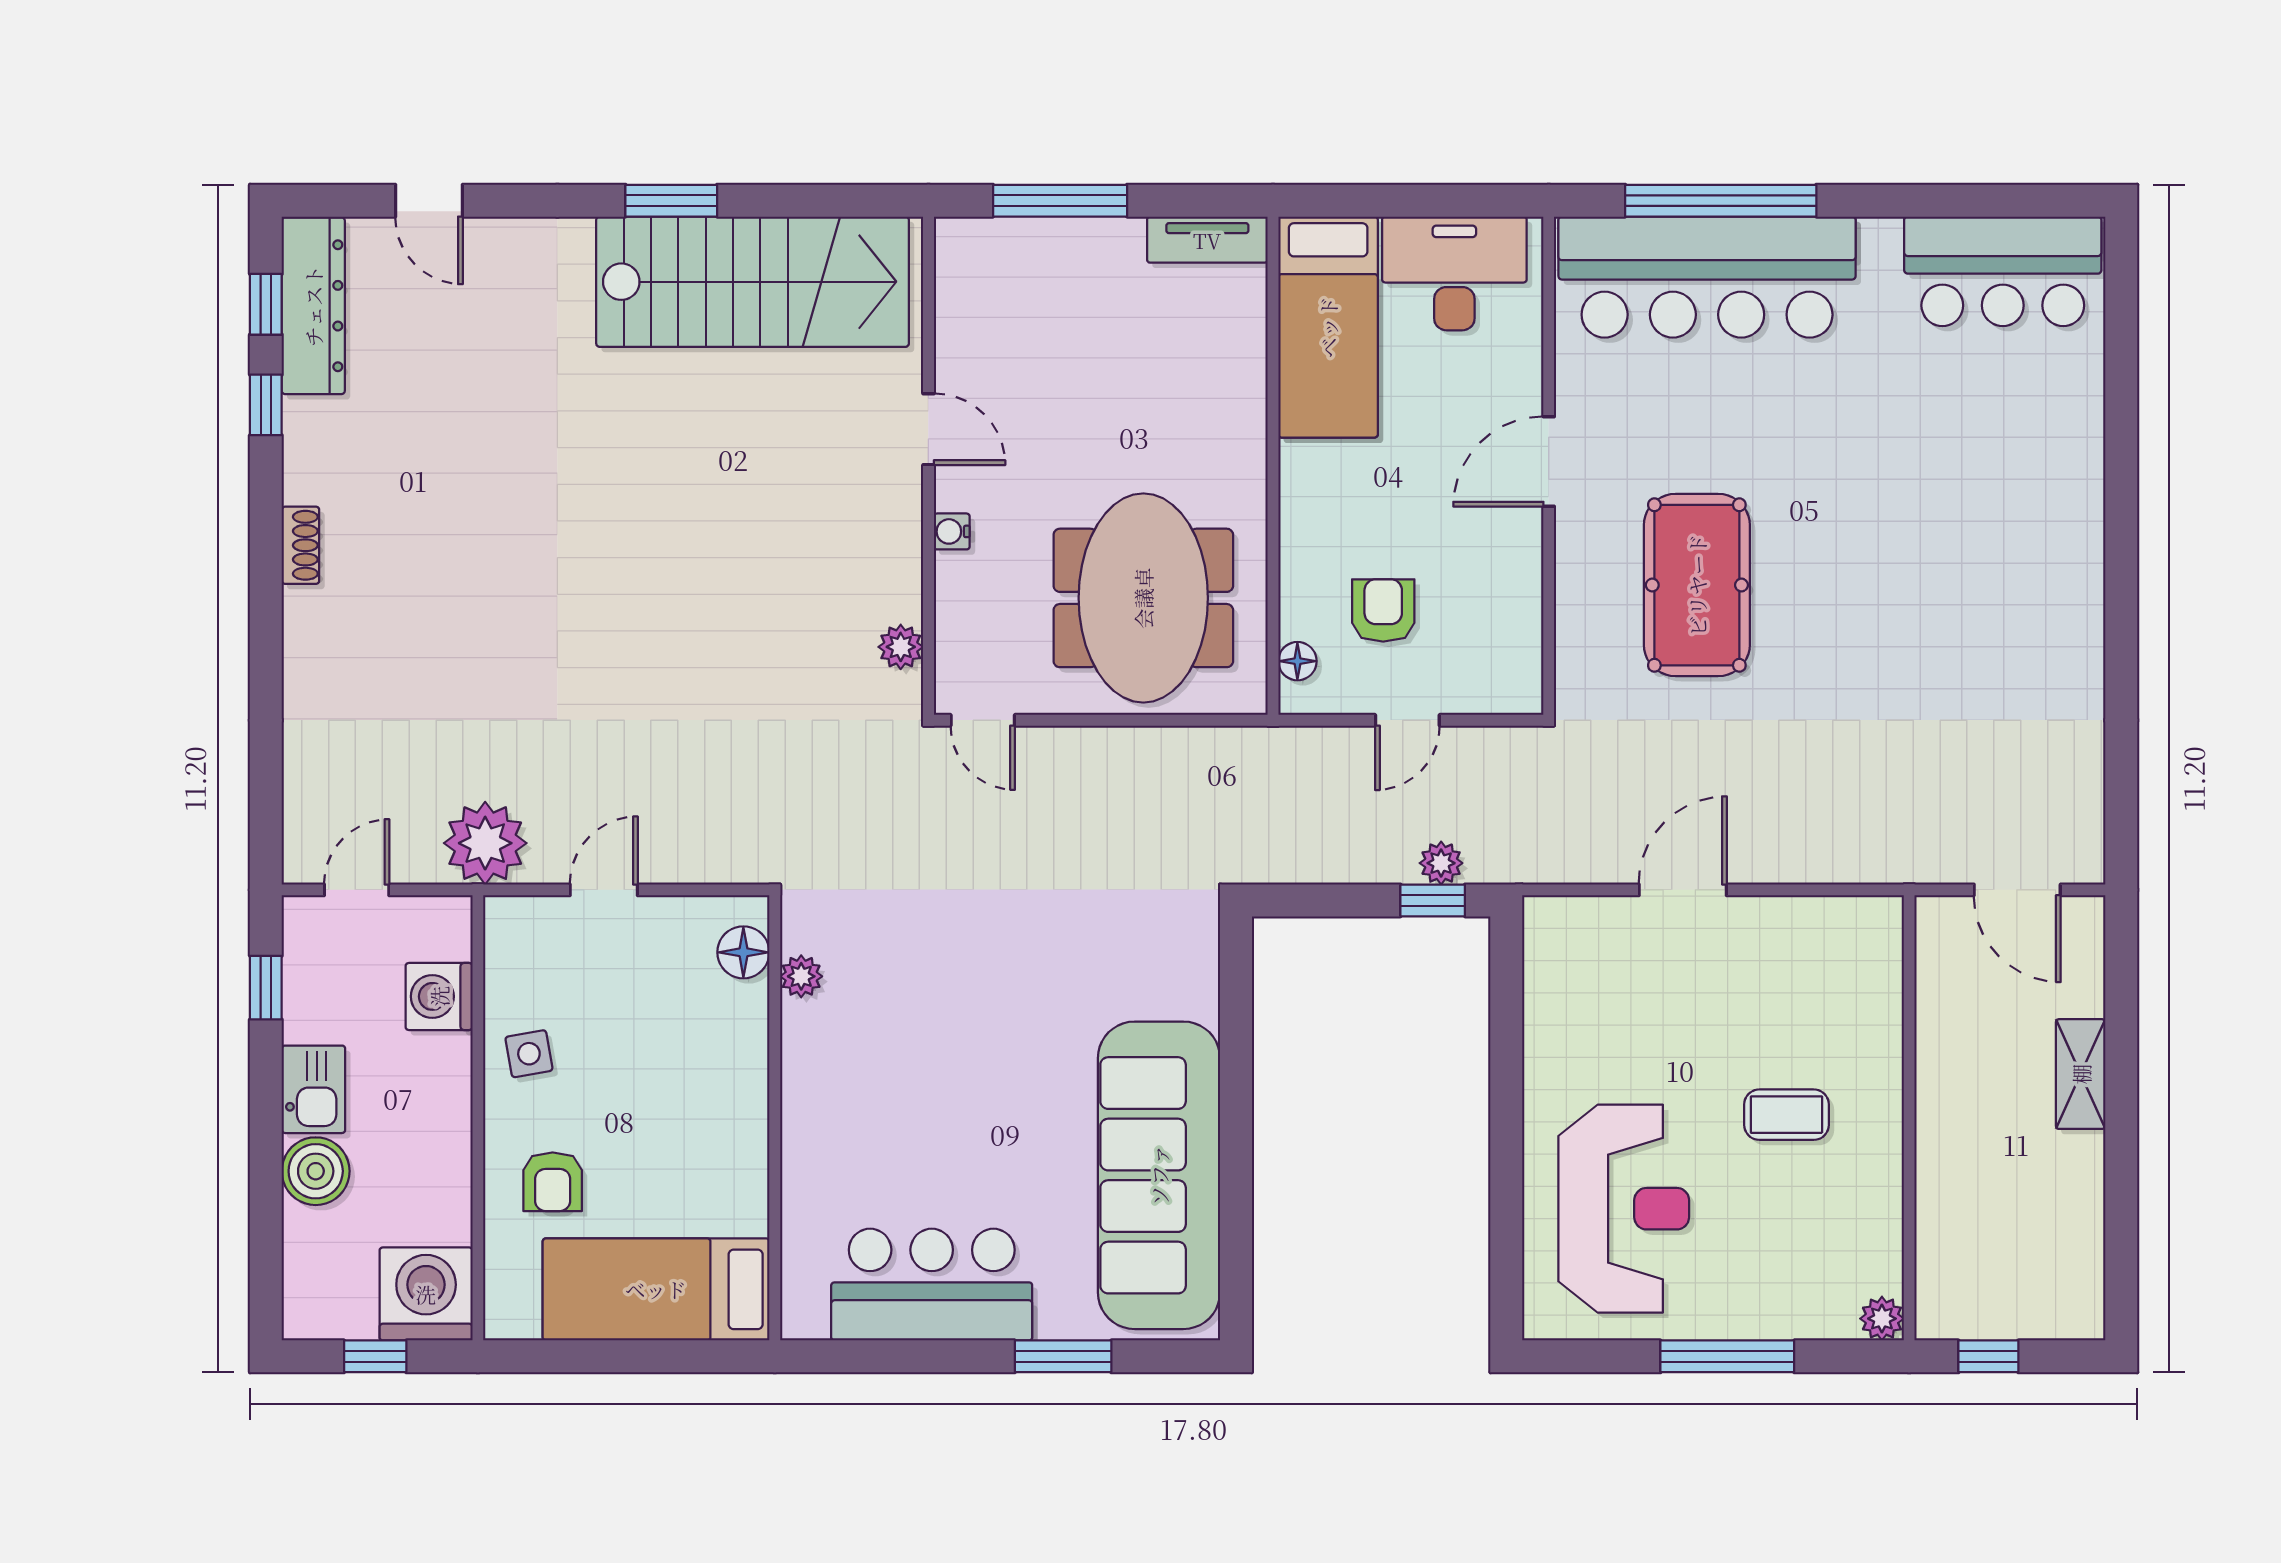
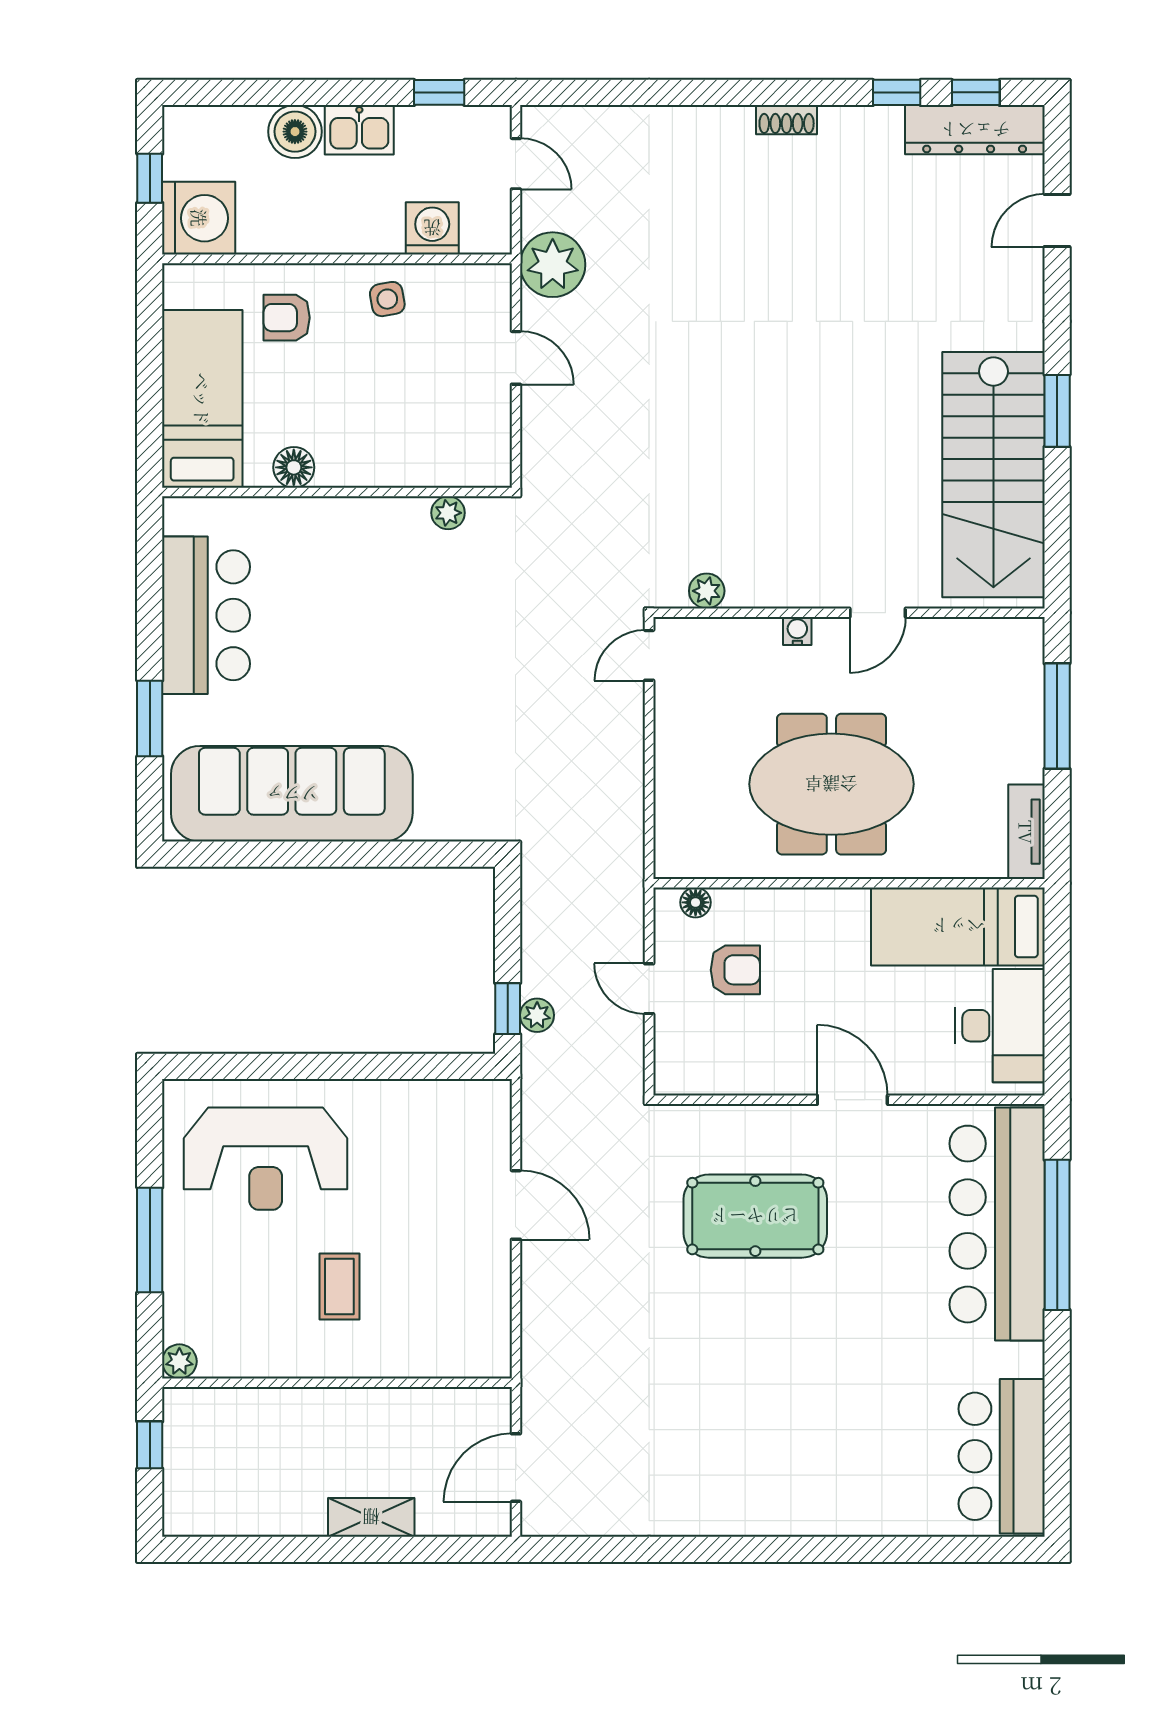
meeting table: (1143, 598) -> (831, 784), moved
floor lamp: (743, 952) -> (294, 467), moved

